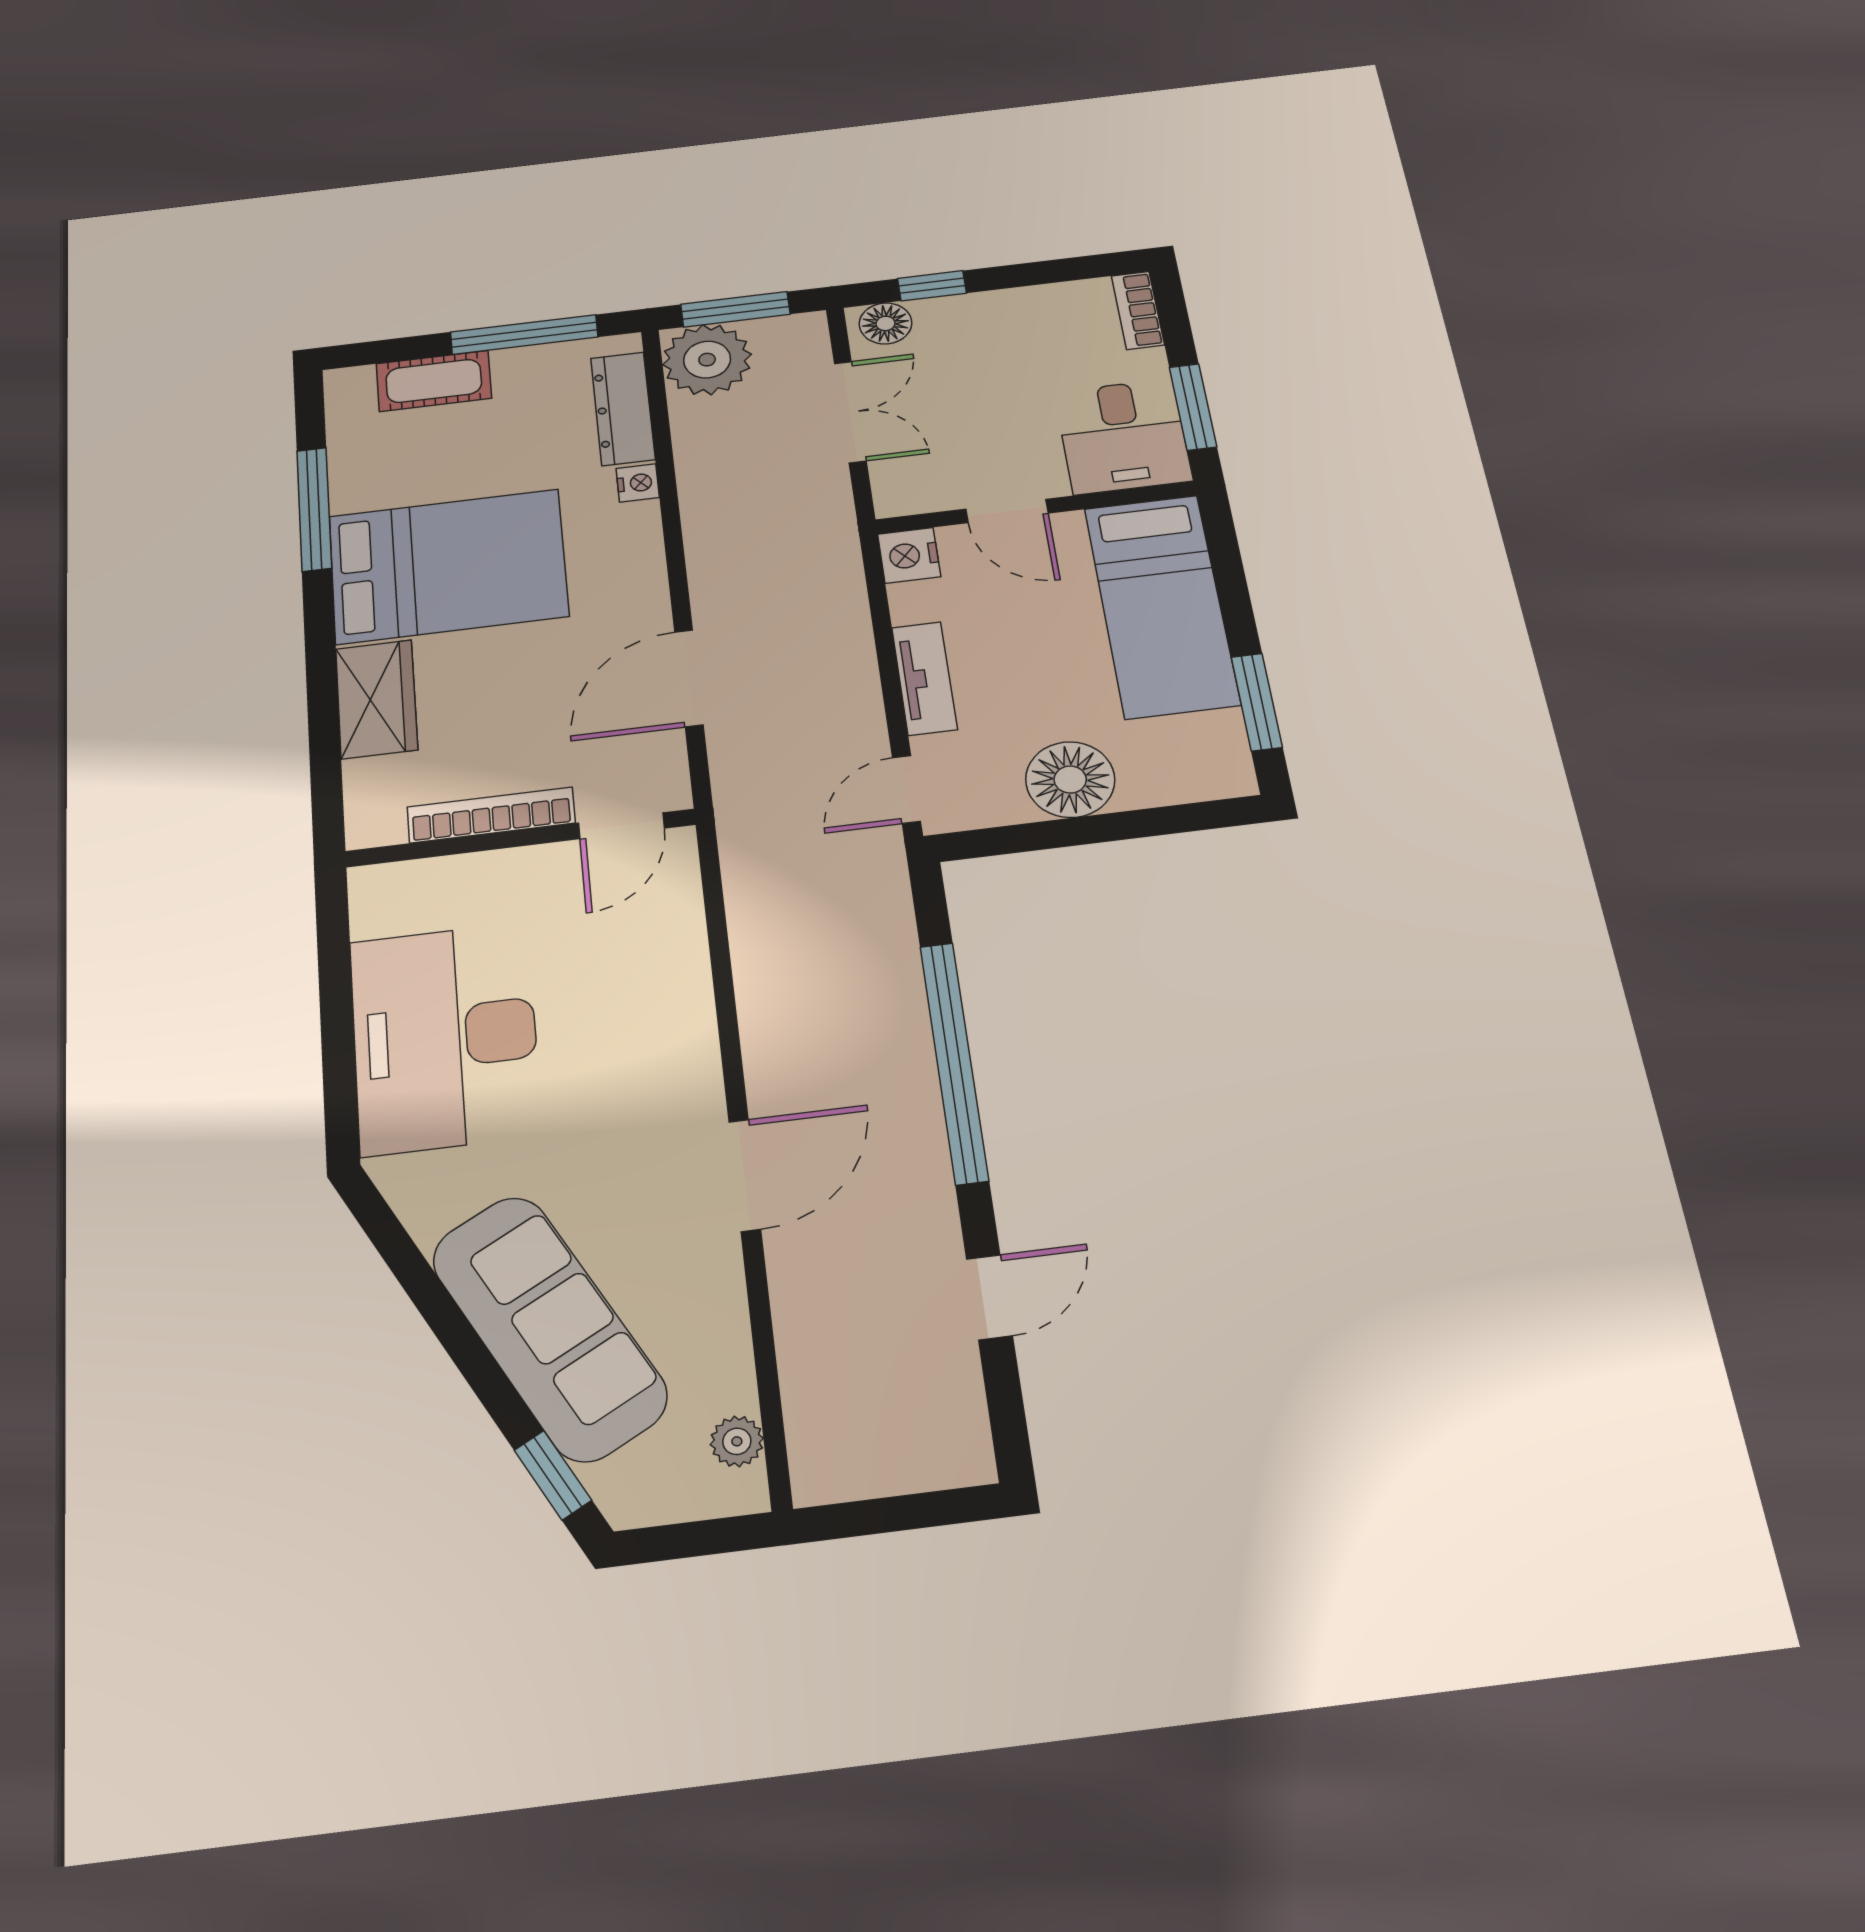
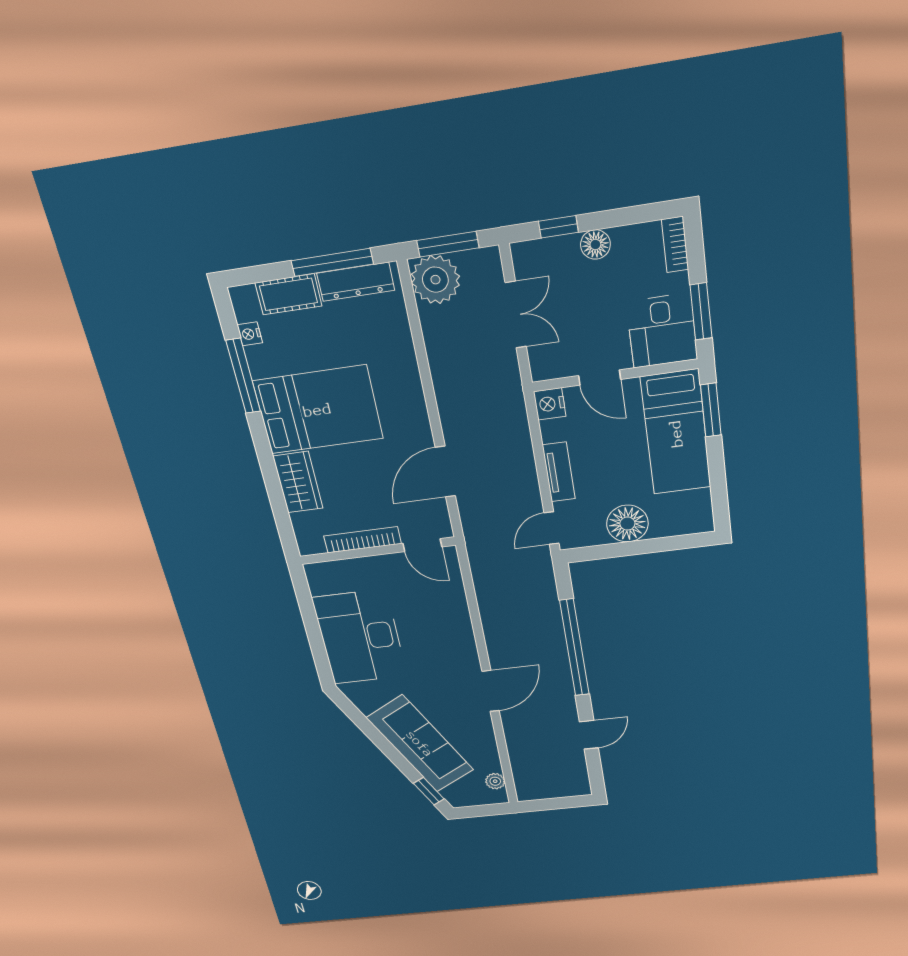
floor lamp: (885, 323) -> (595, 245), moved
dresser: (623, 409) -> (356, 282), moved, turned -90
nightstand: (638, 483) -> (250, 334), moved, turned 180
window: (1257, 702) -> (711, 410), moved
door: (621, 826) -> (422, 545), hinge flipped

